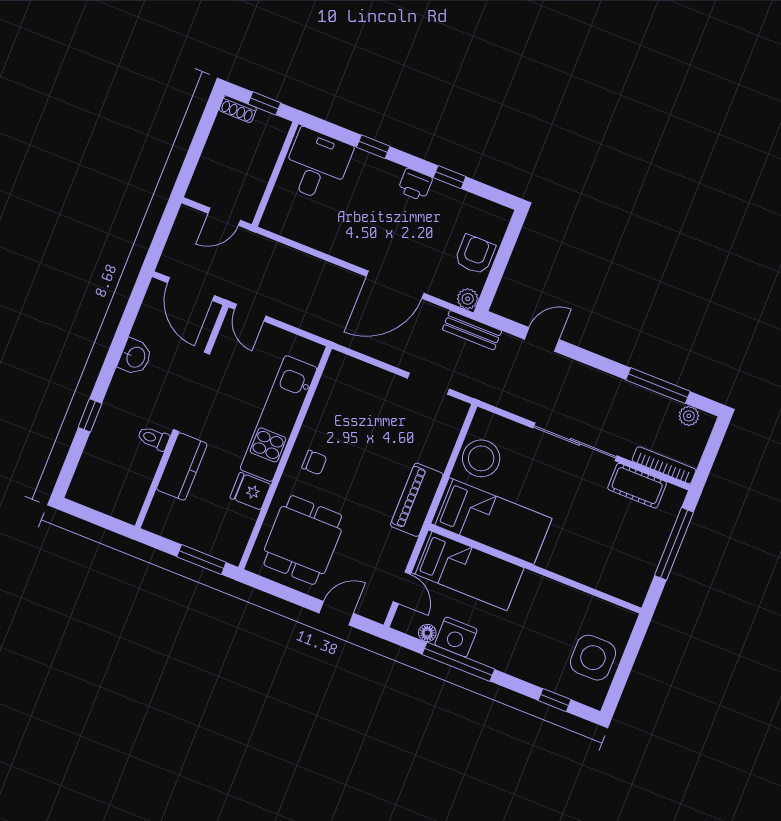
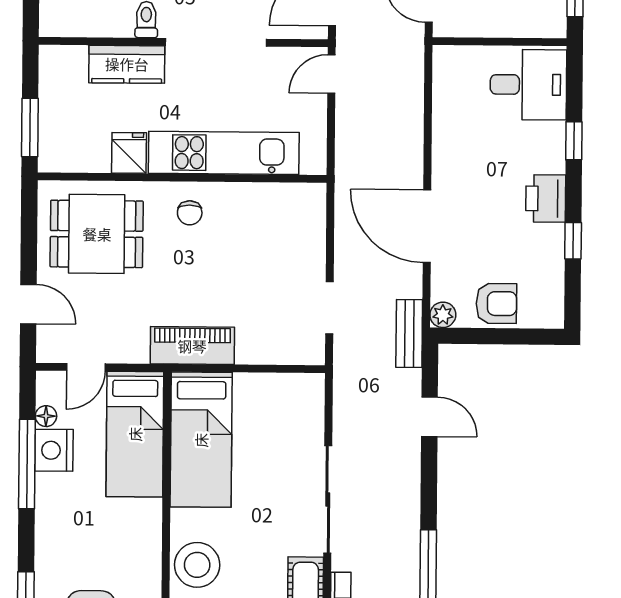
printer: (415, 185) -> (546, 198), width x1.36, depth x1.24
stool: (481, 458) -> (197, 565), moved

